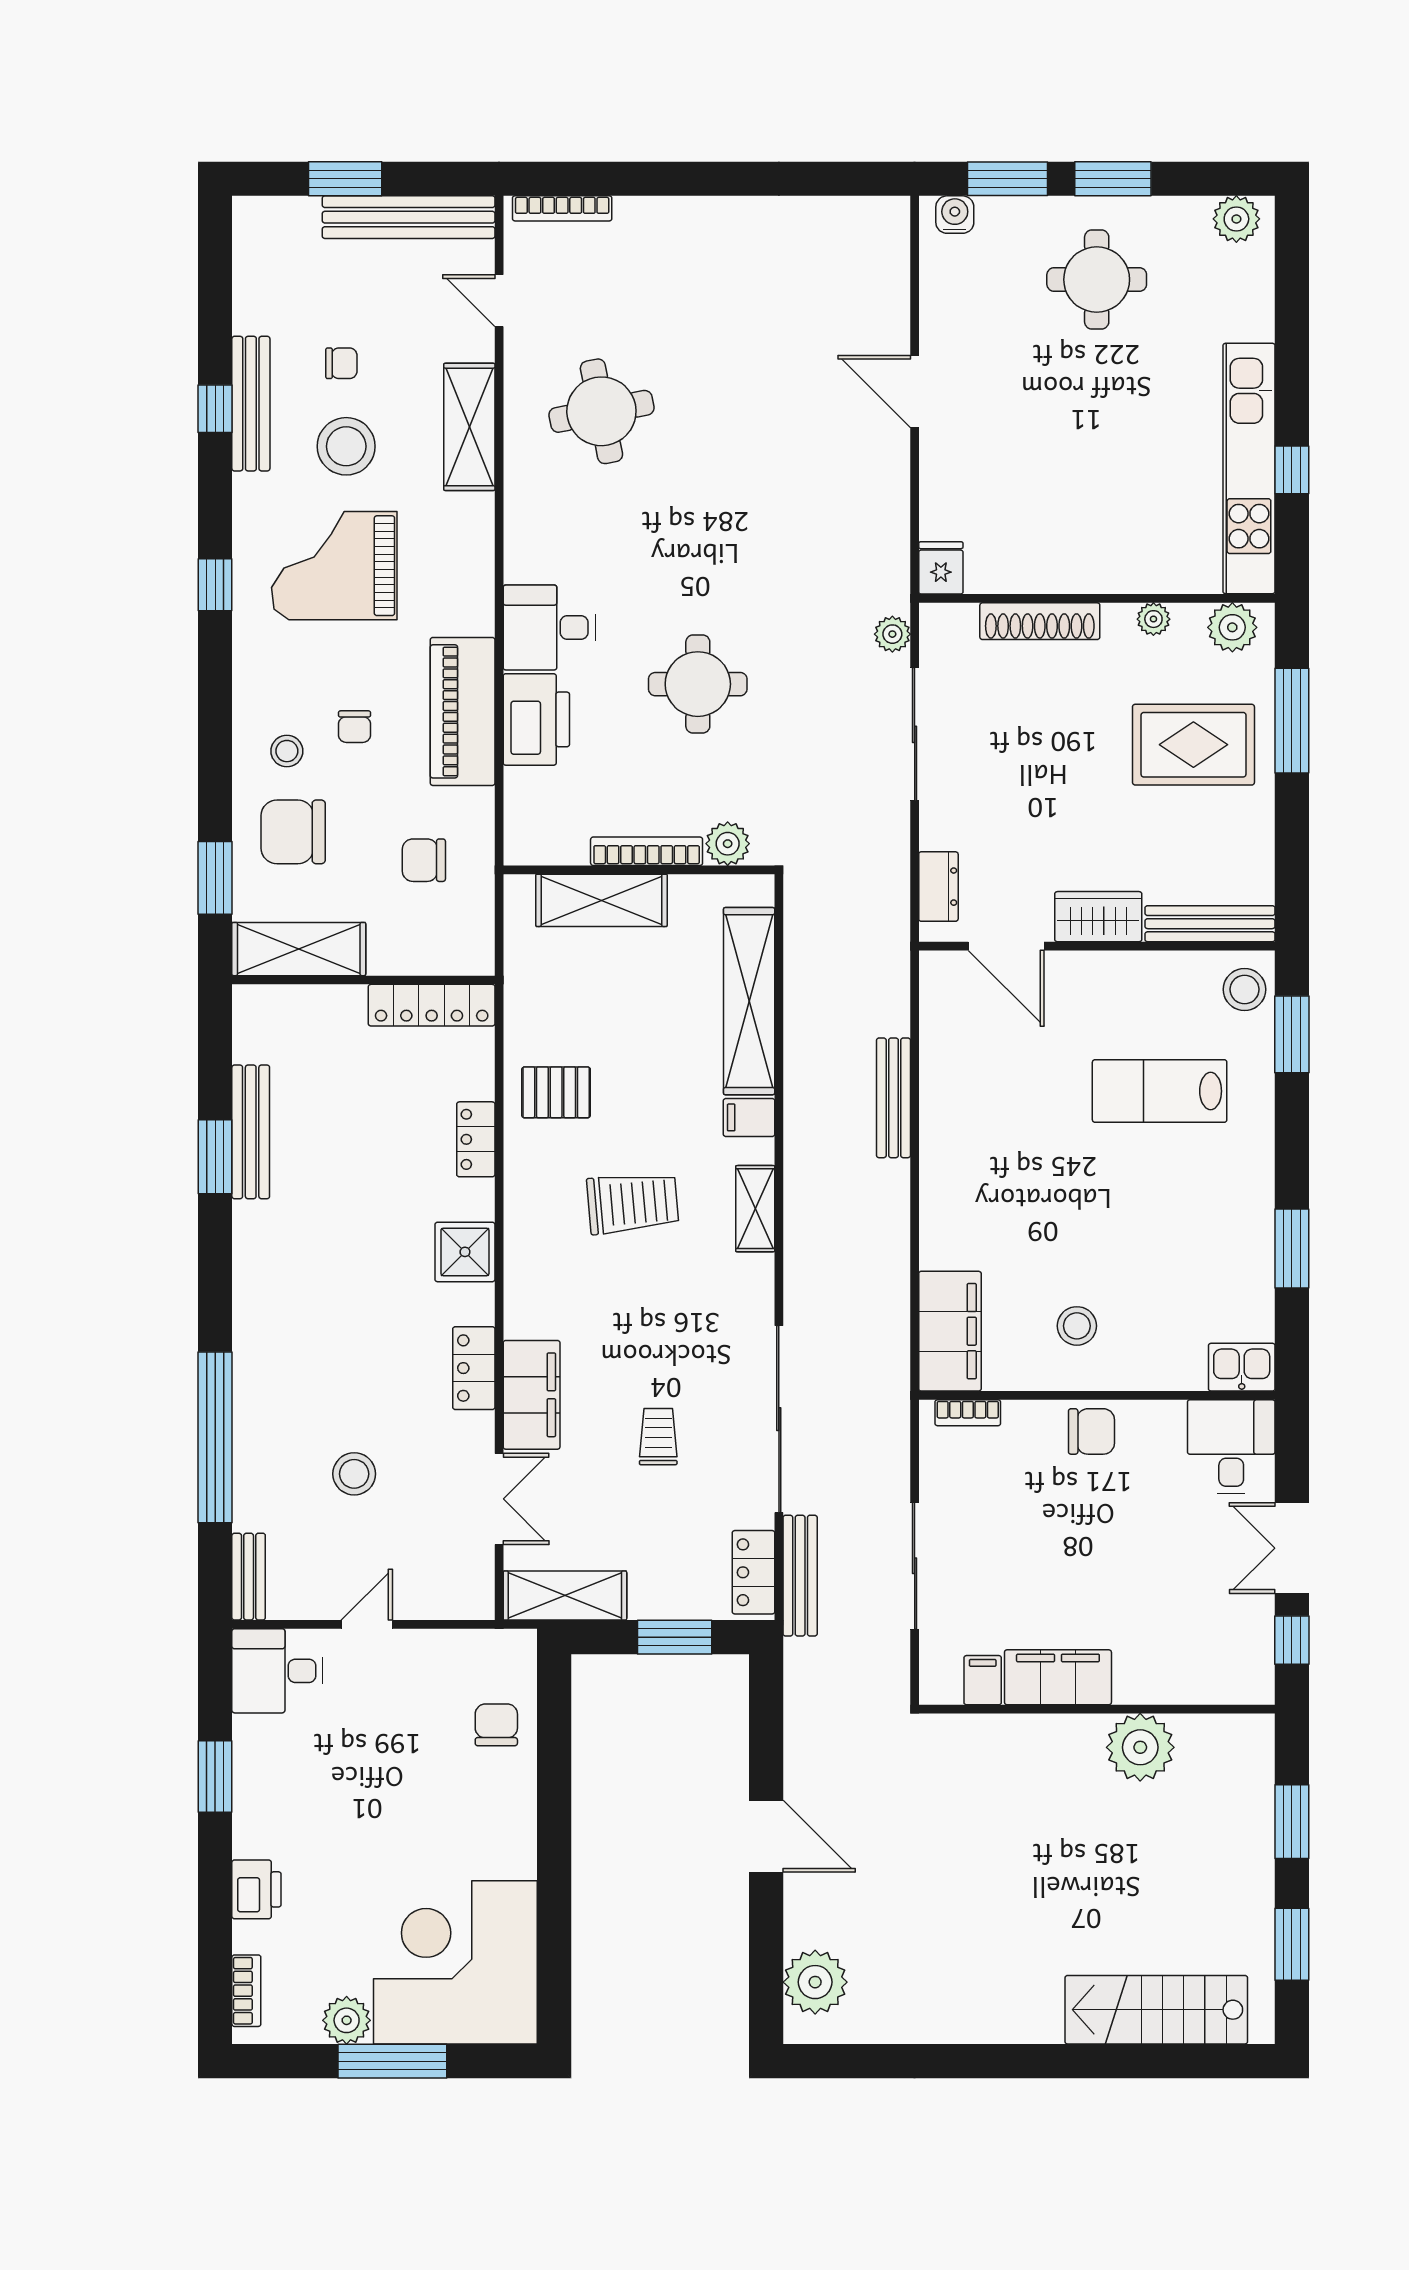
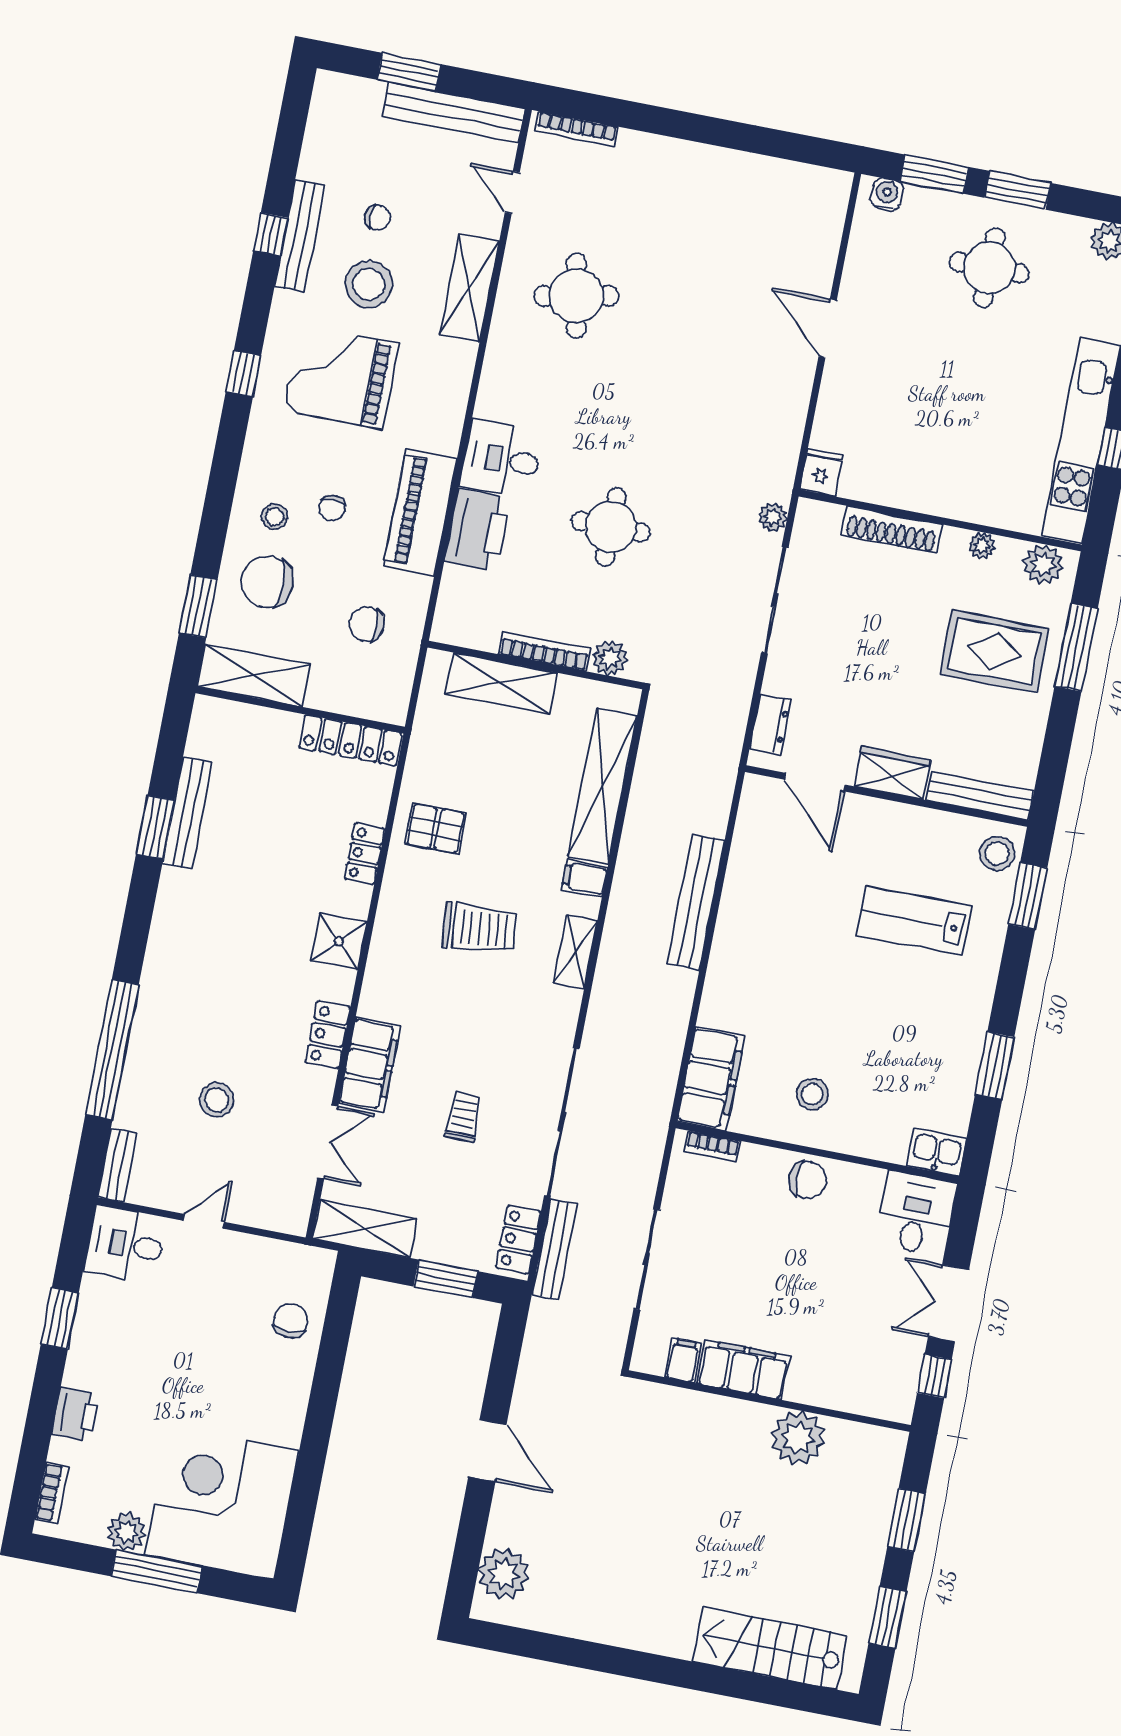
bench: (893, 1098) -> (696, 902), width x1.37, depth x1.21

